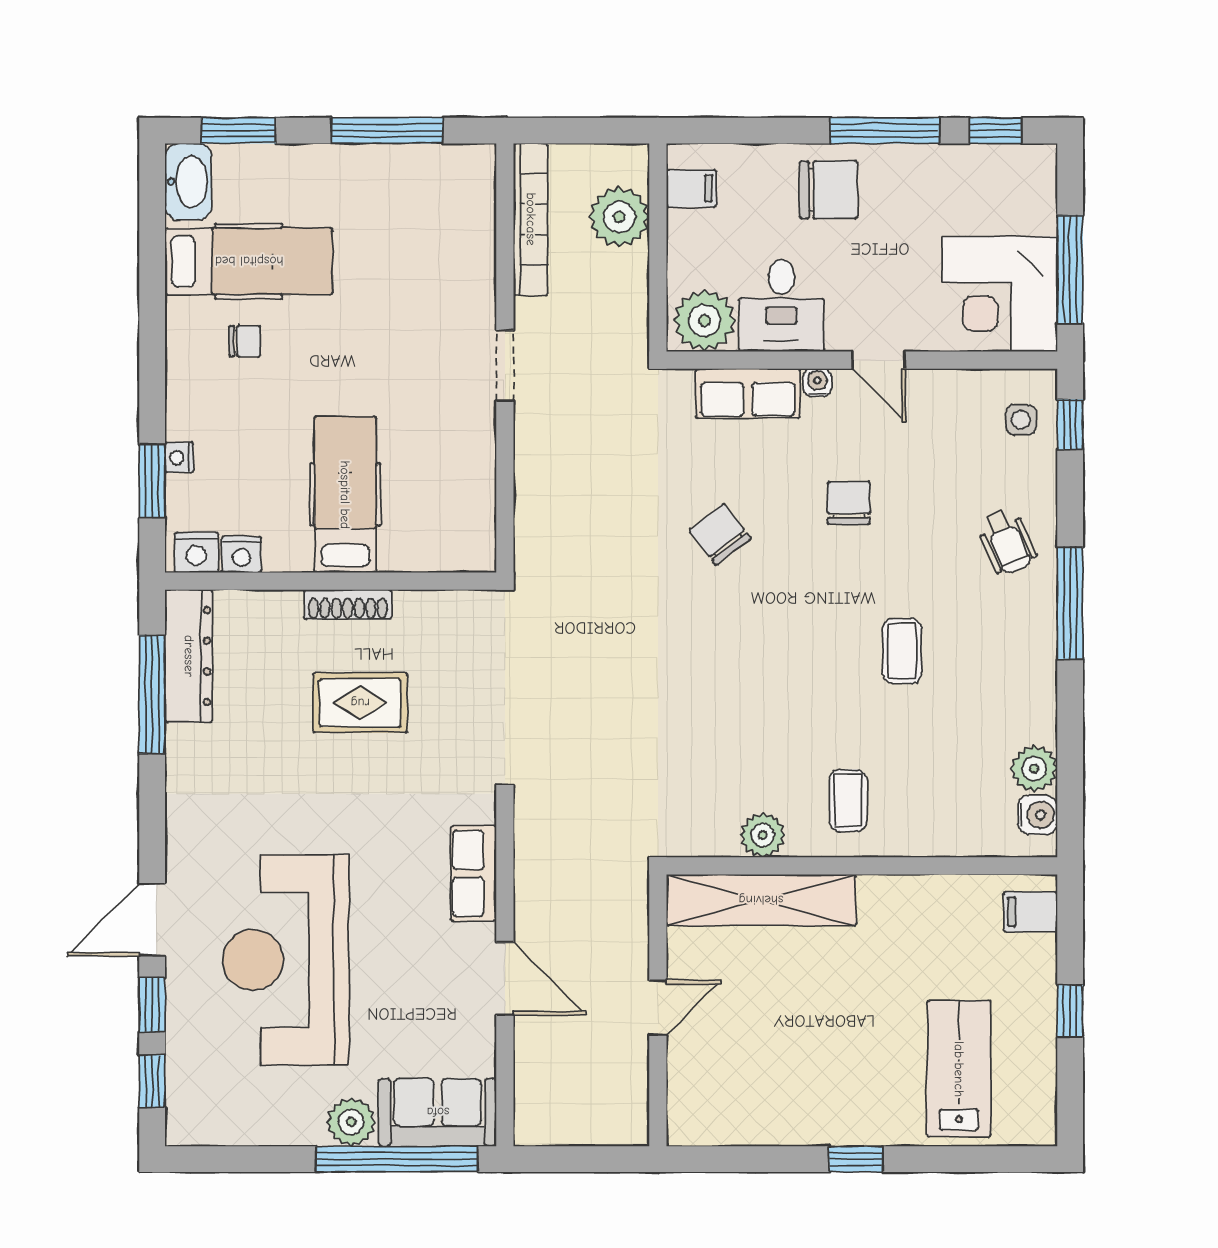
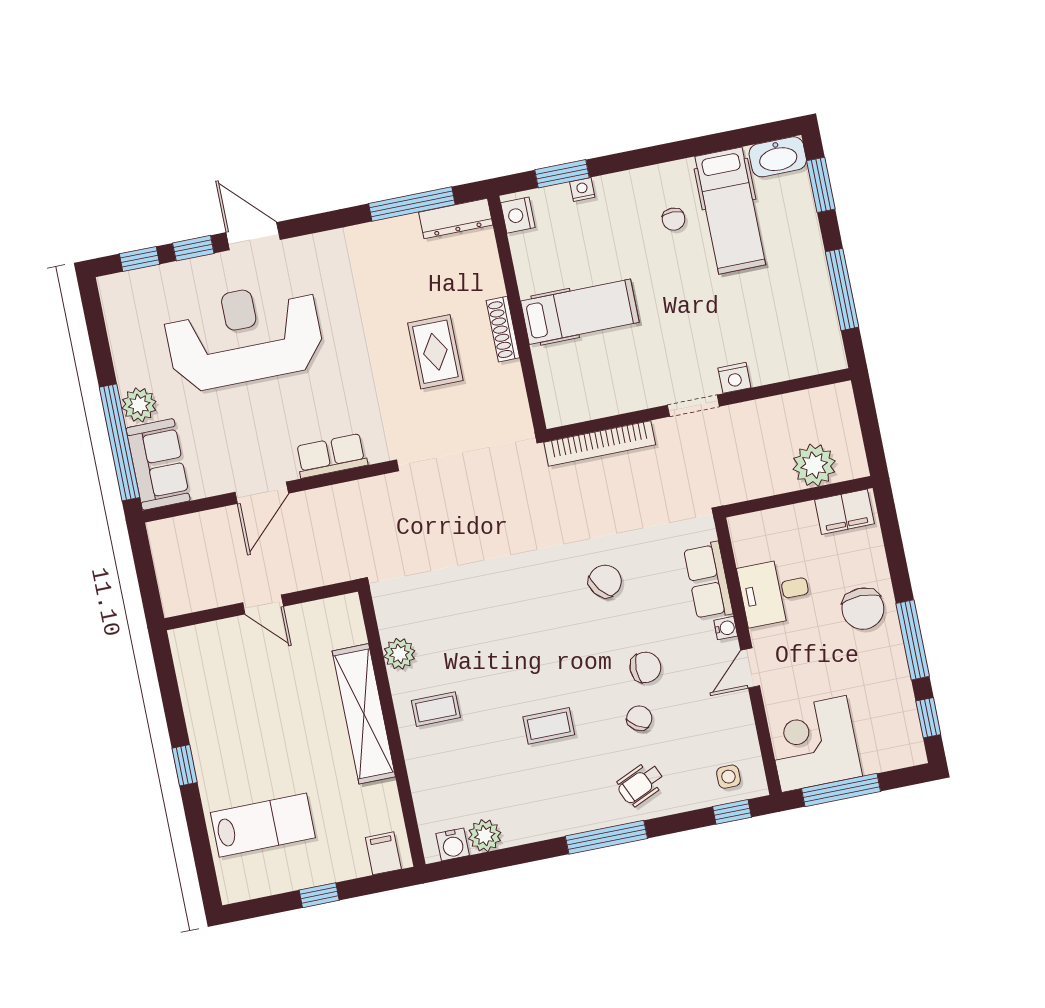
filing cabinet: (691, 188) -> (844, 512), width x2.00
bookcase: (531, 219) -> (600, 443), moved
plant: (704, 321) -> (753, 540), removed
chair: (917, 525) -> (639, 718), added
nightstand: (241, 554) -> (734, 378), moved, turned -90
dresser: (189, 656) -> (456, 219), width x0.73, depth x0.80
shelving: (761, 900) -> (364, 714), moved

